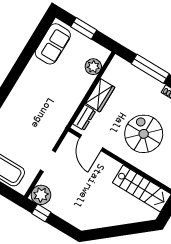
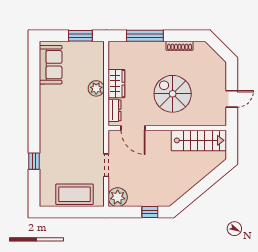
window: (84, 28) -> (80, 36), moved
plant: (93, 67) -> (96, 88), moved
window: (41, 213) -> (150, 212), moved

